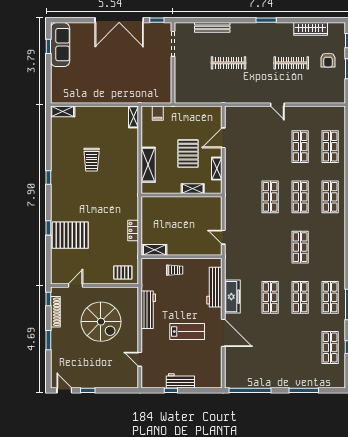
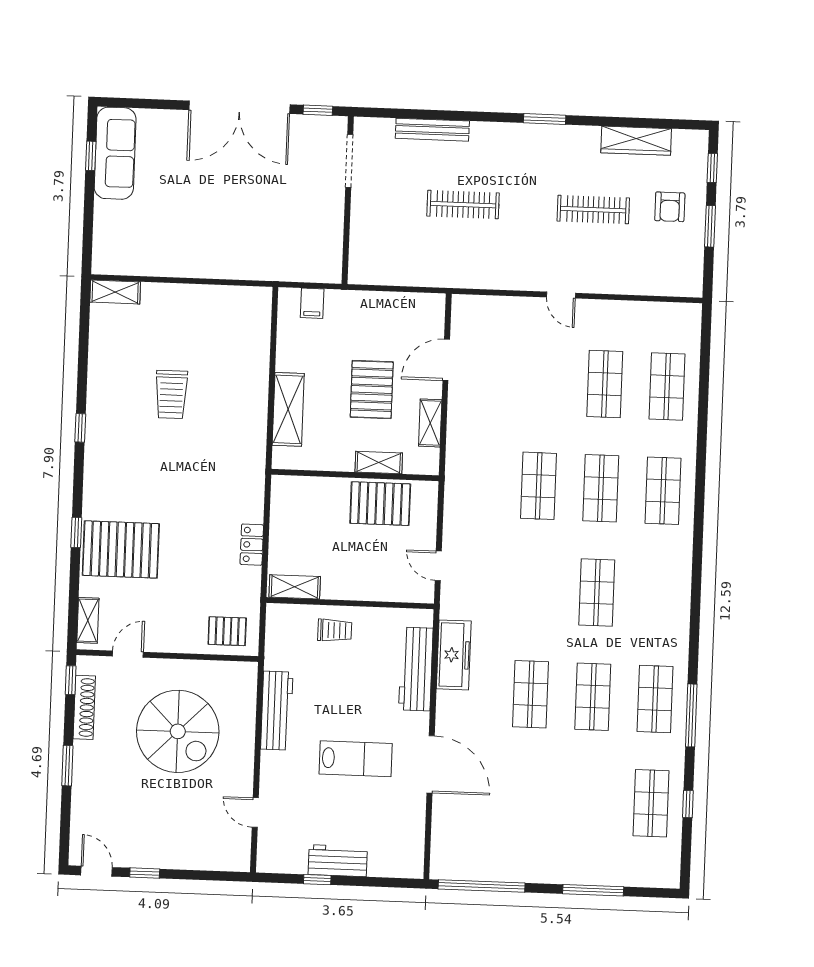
shelving: (133, 117) -> (88, 620), moved
pallet: (194, 208) -> (380, 504), added
freezer: (232, 297) -> (454, 655), moved

